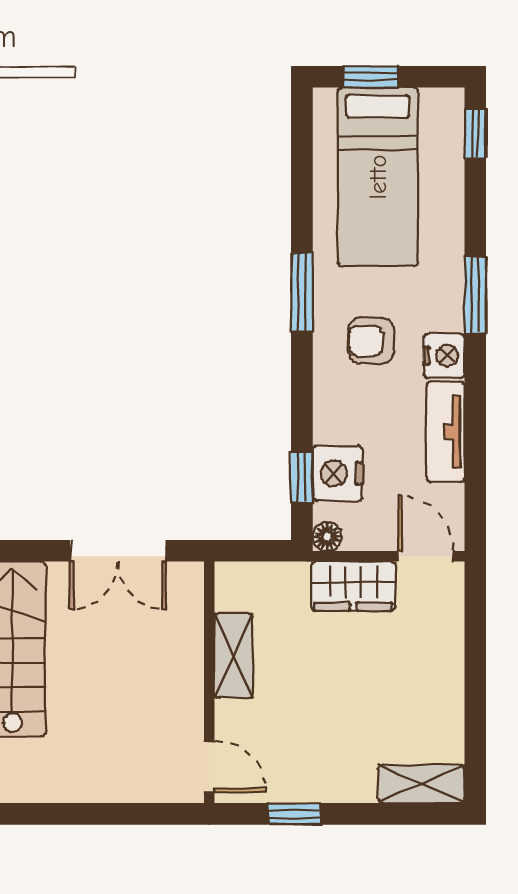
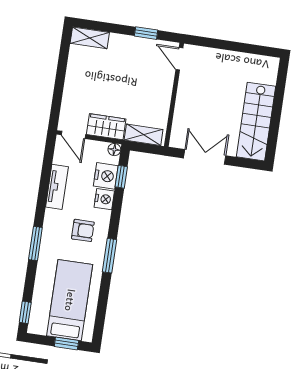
nightstand: (444, 356) -> (104, 199), moved, turned 180
shelving: (233, 656) -> (144, 135), moved, turned 90

